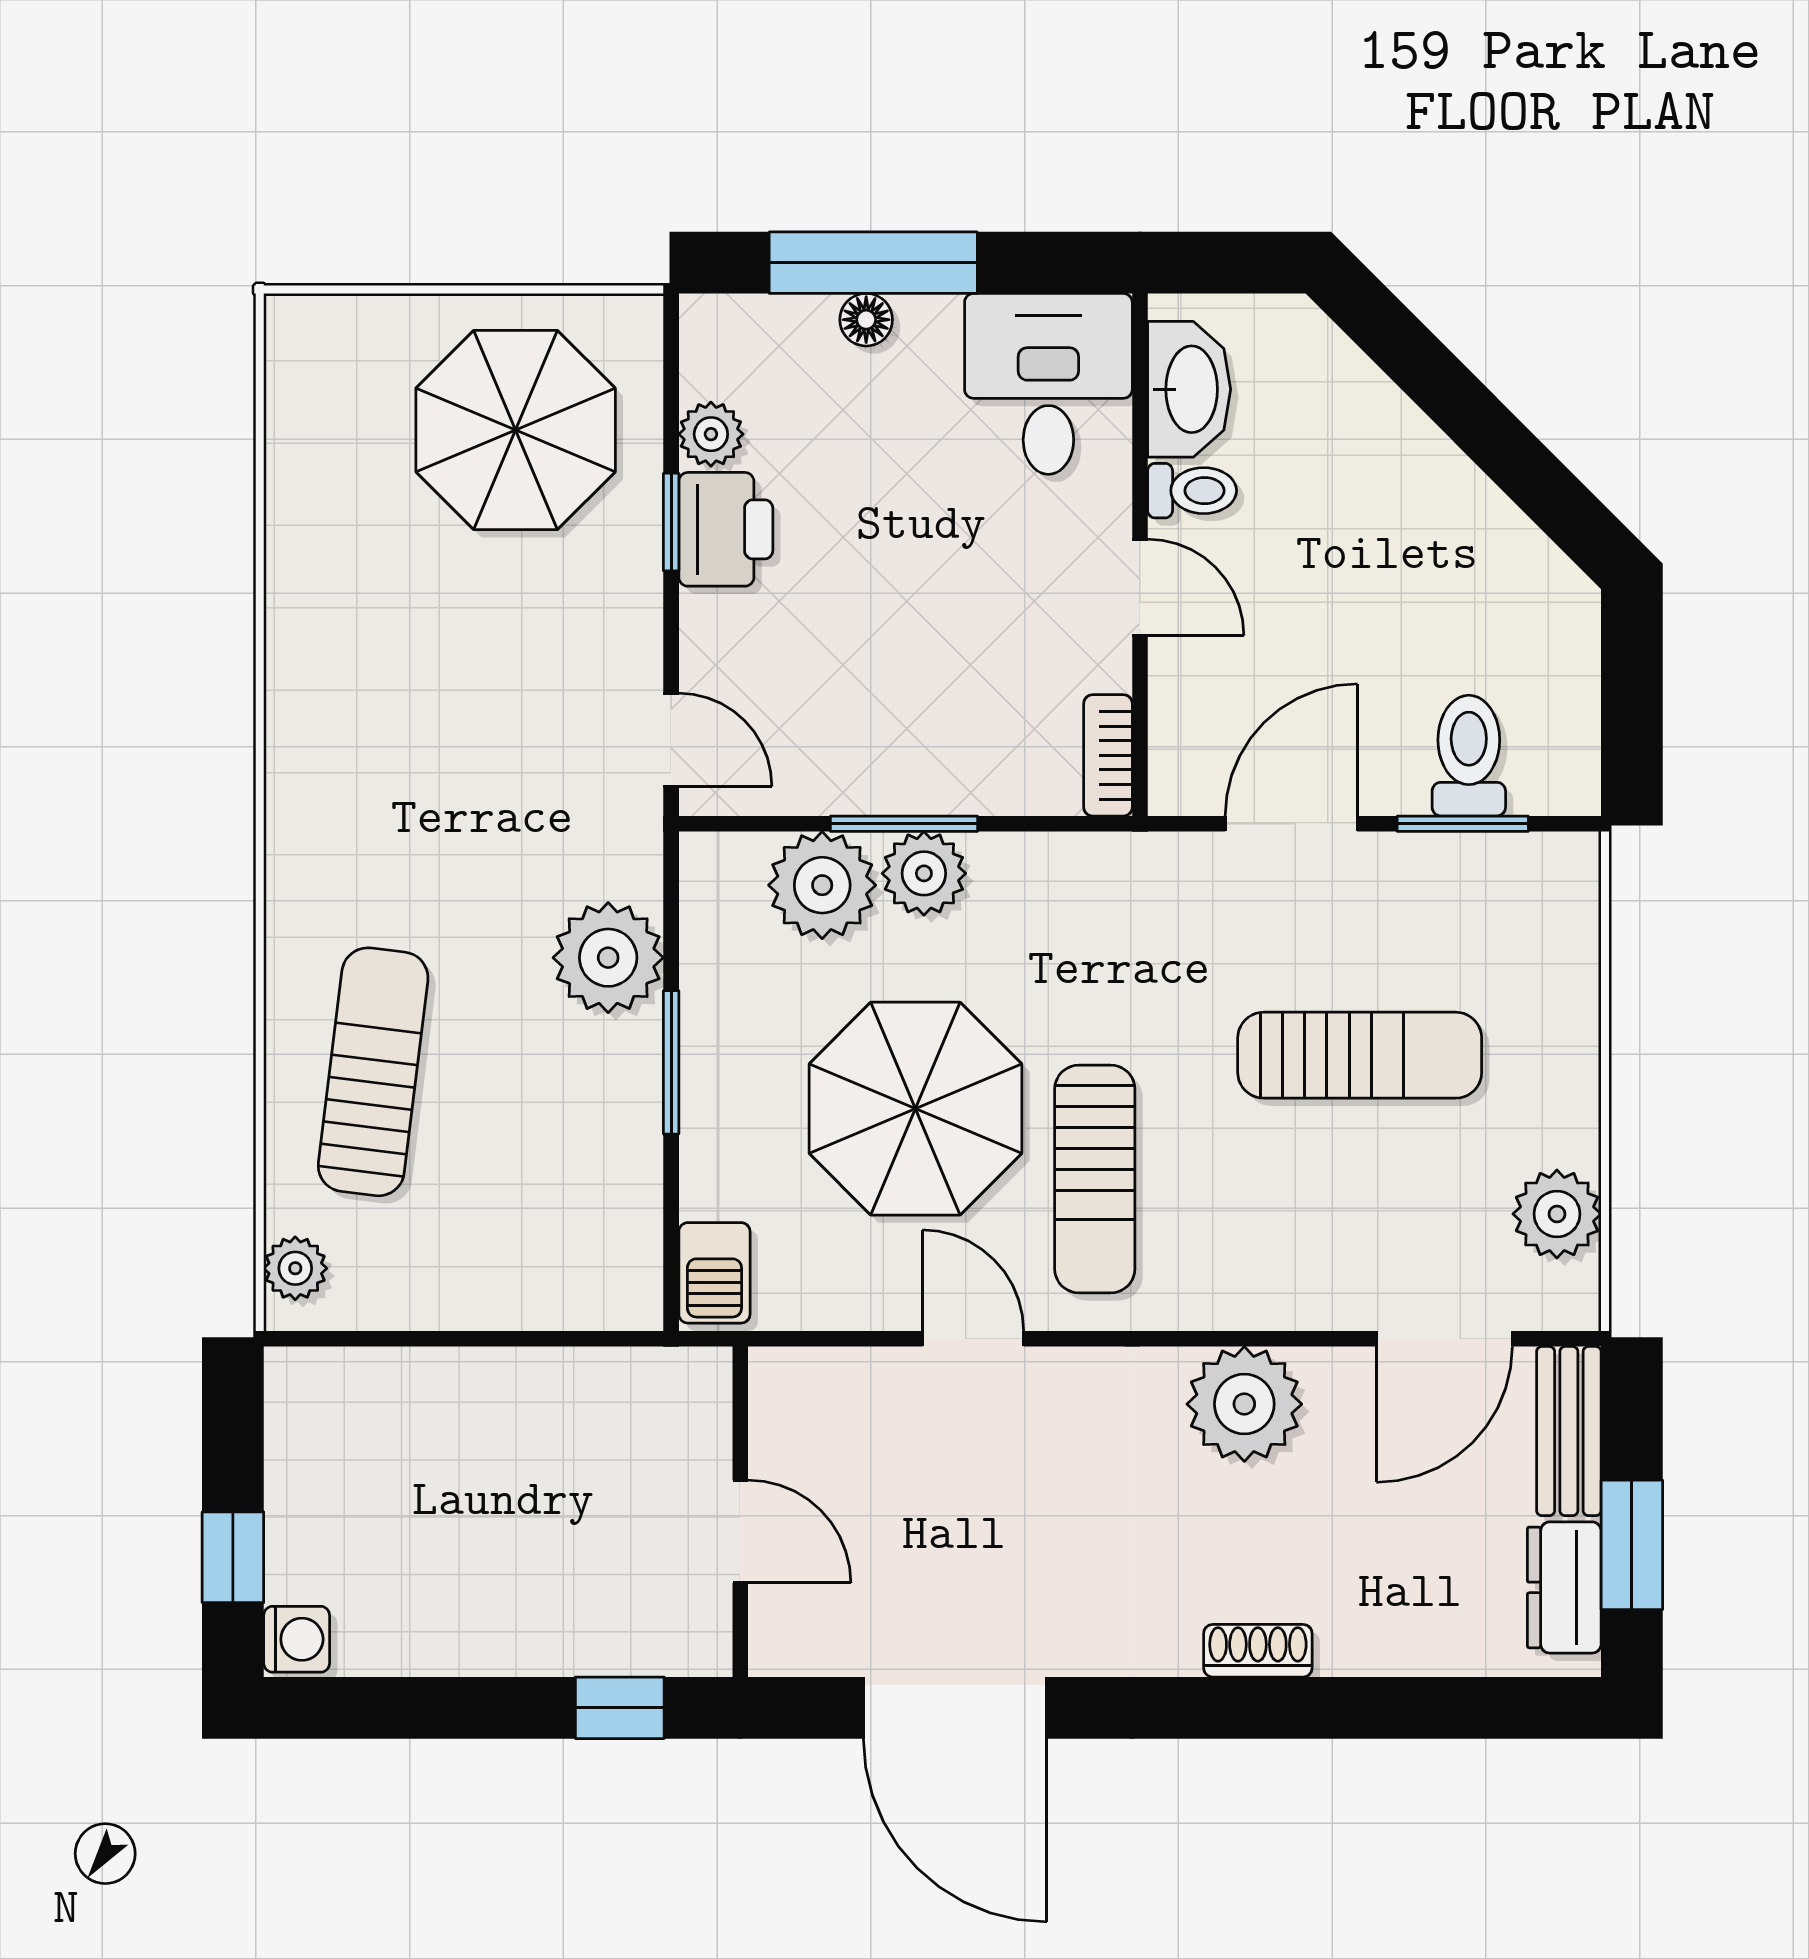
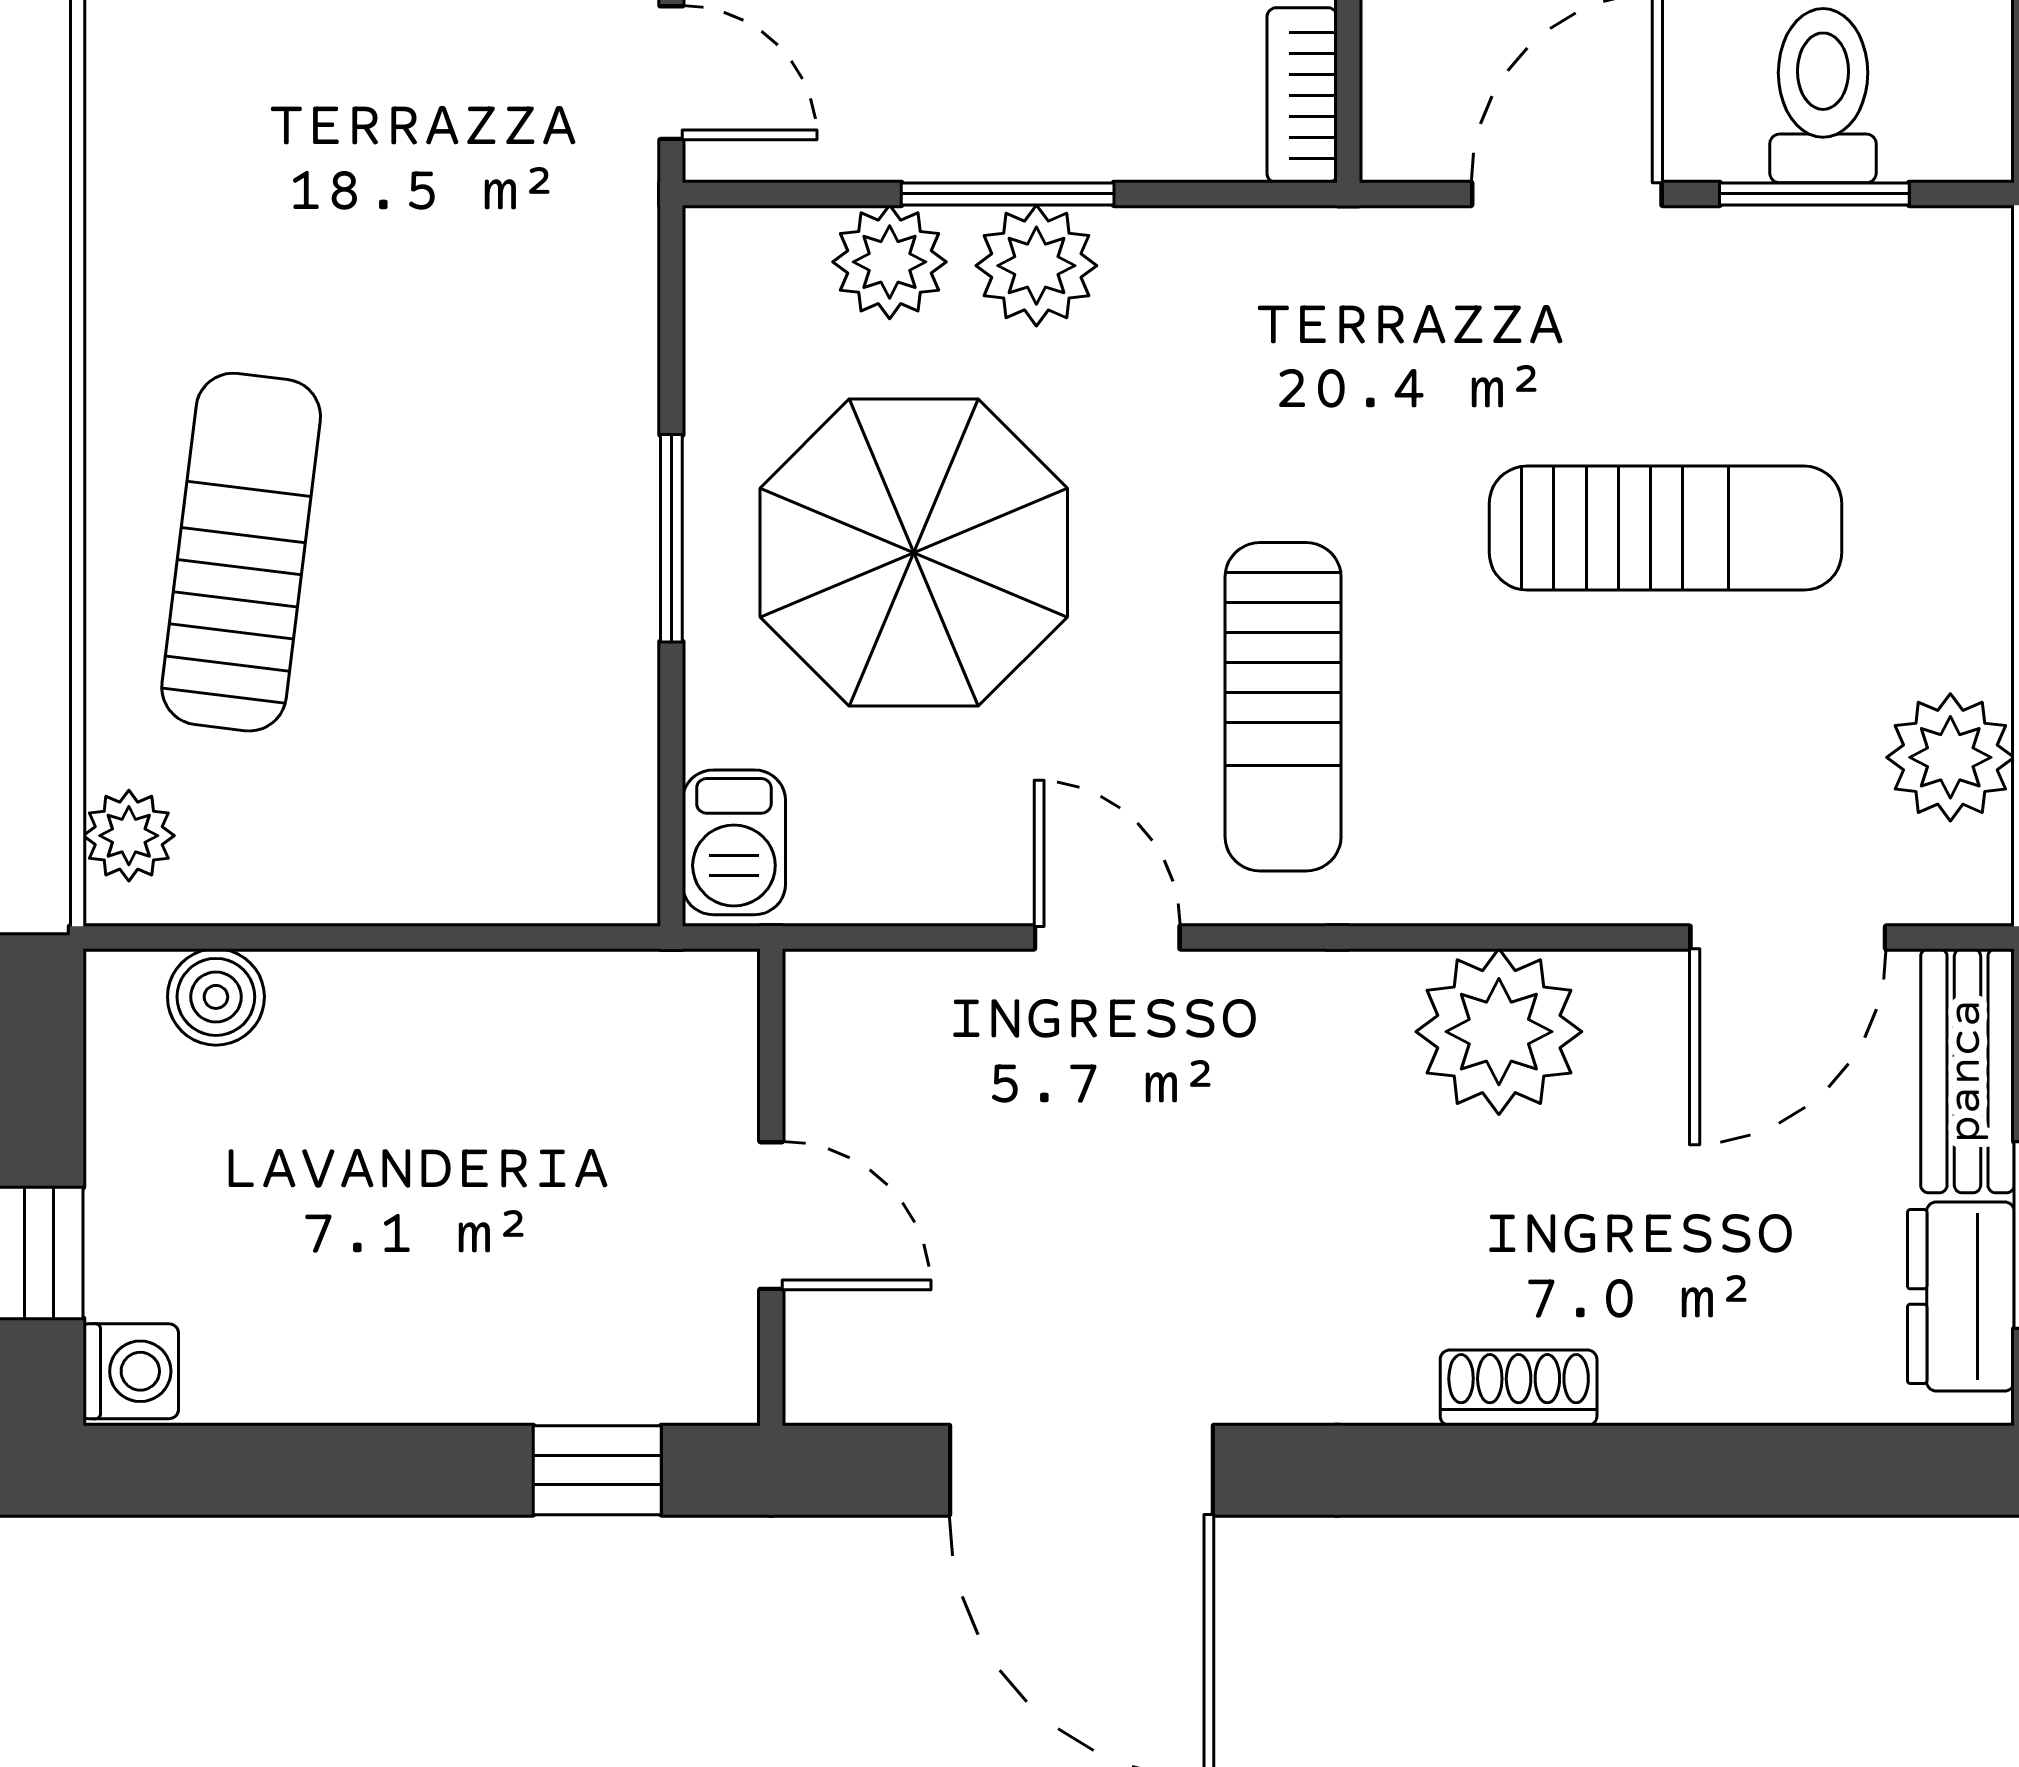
plant: (822, 885) -> (890, 262), width x0.73, depth x0.73
plant: (608, 958) -> (581, 387), removed
parasol: (915, 1109) -> (914, 553), moved
boiler: (356, 1380) -> (216, 997), added

